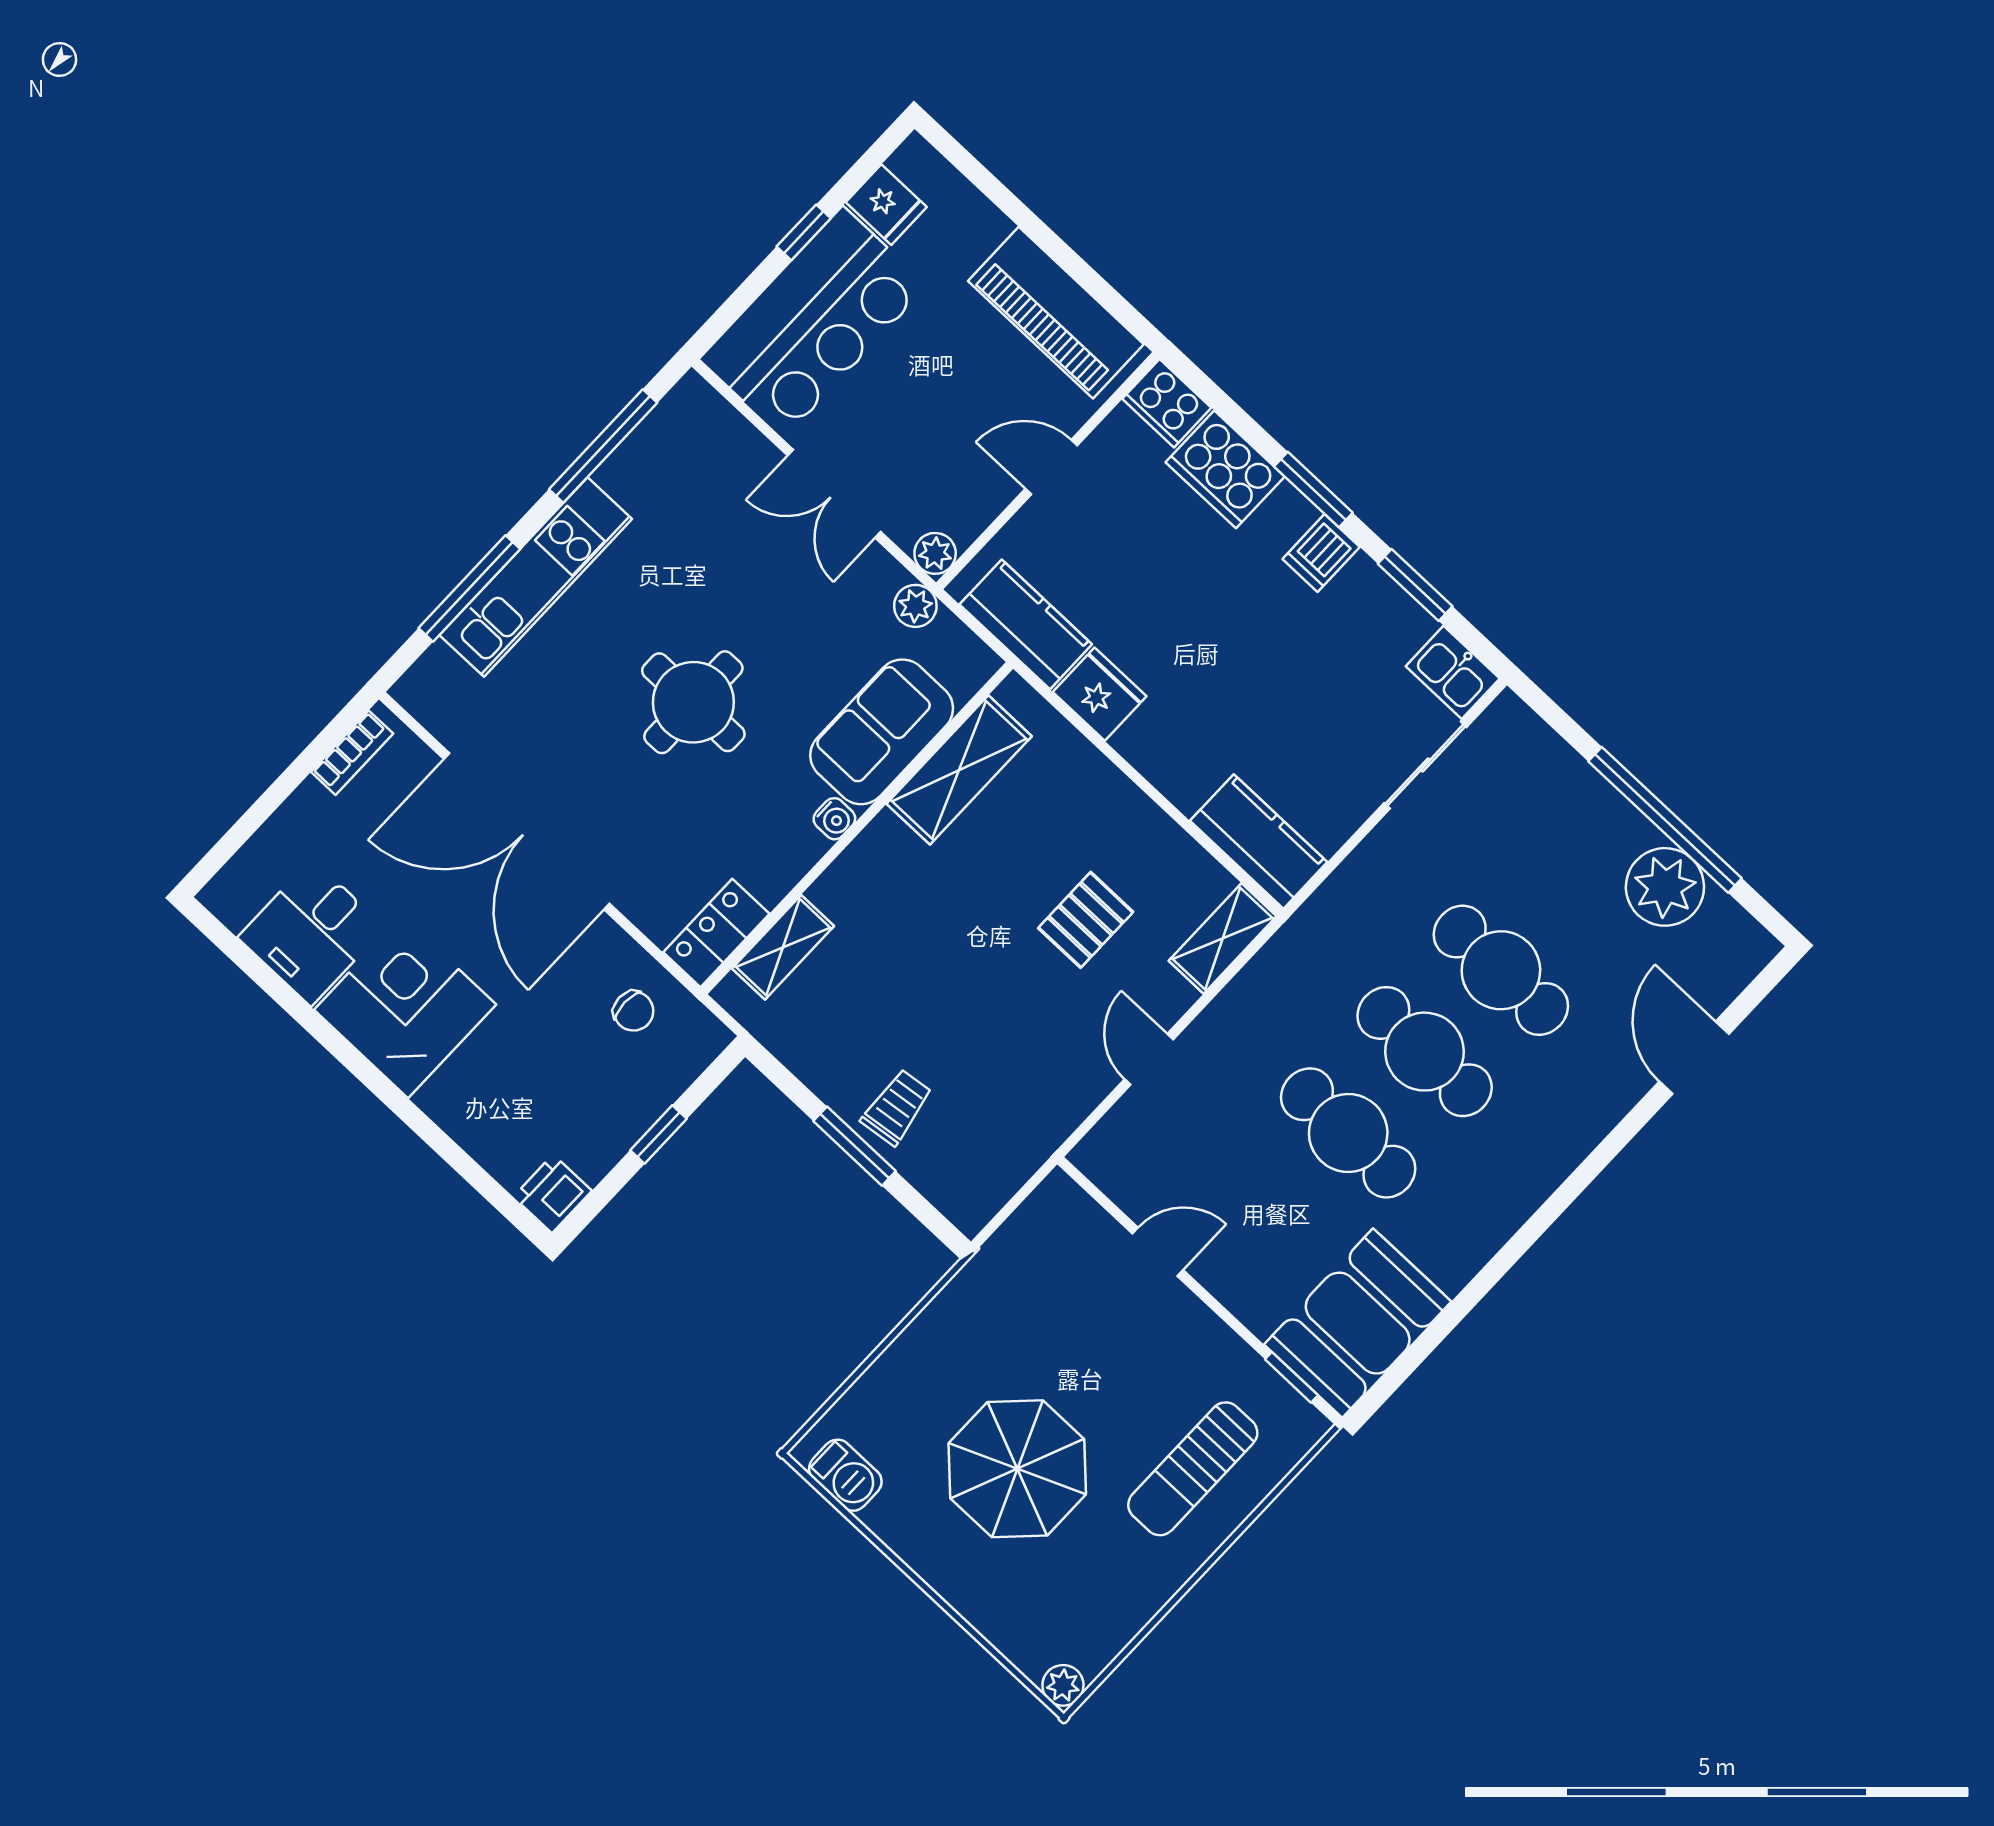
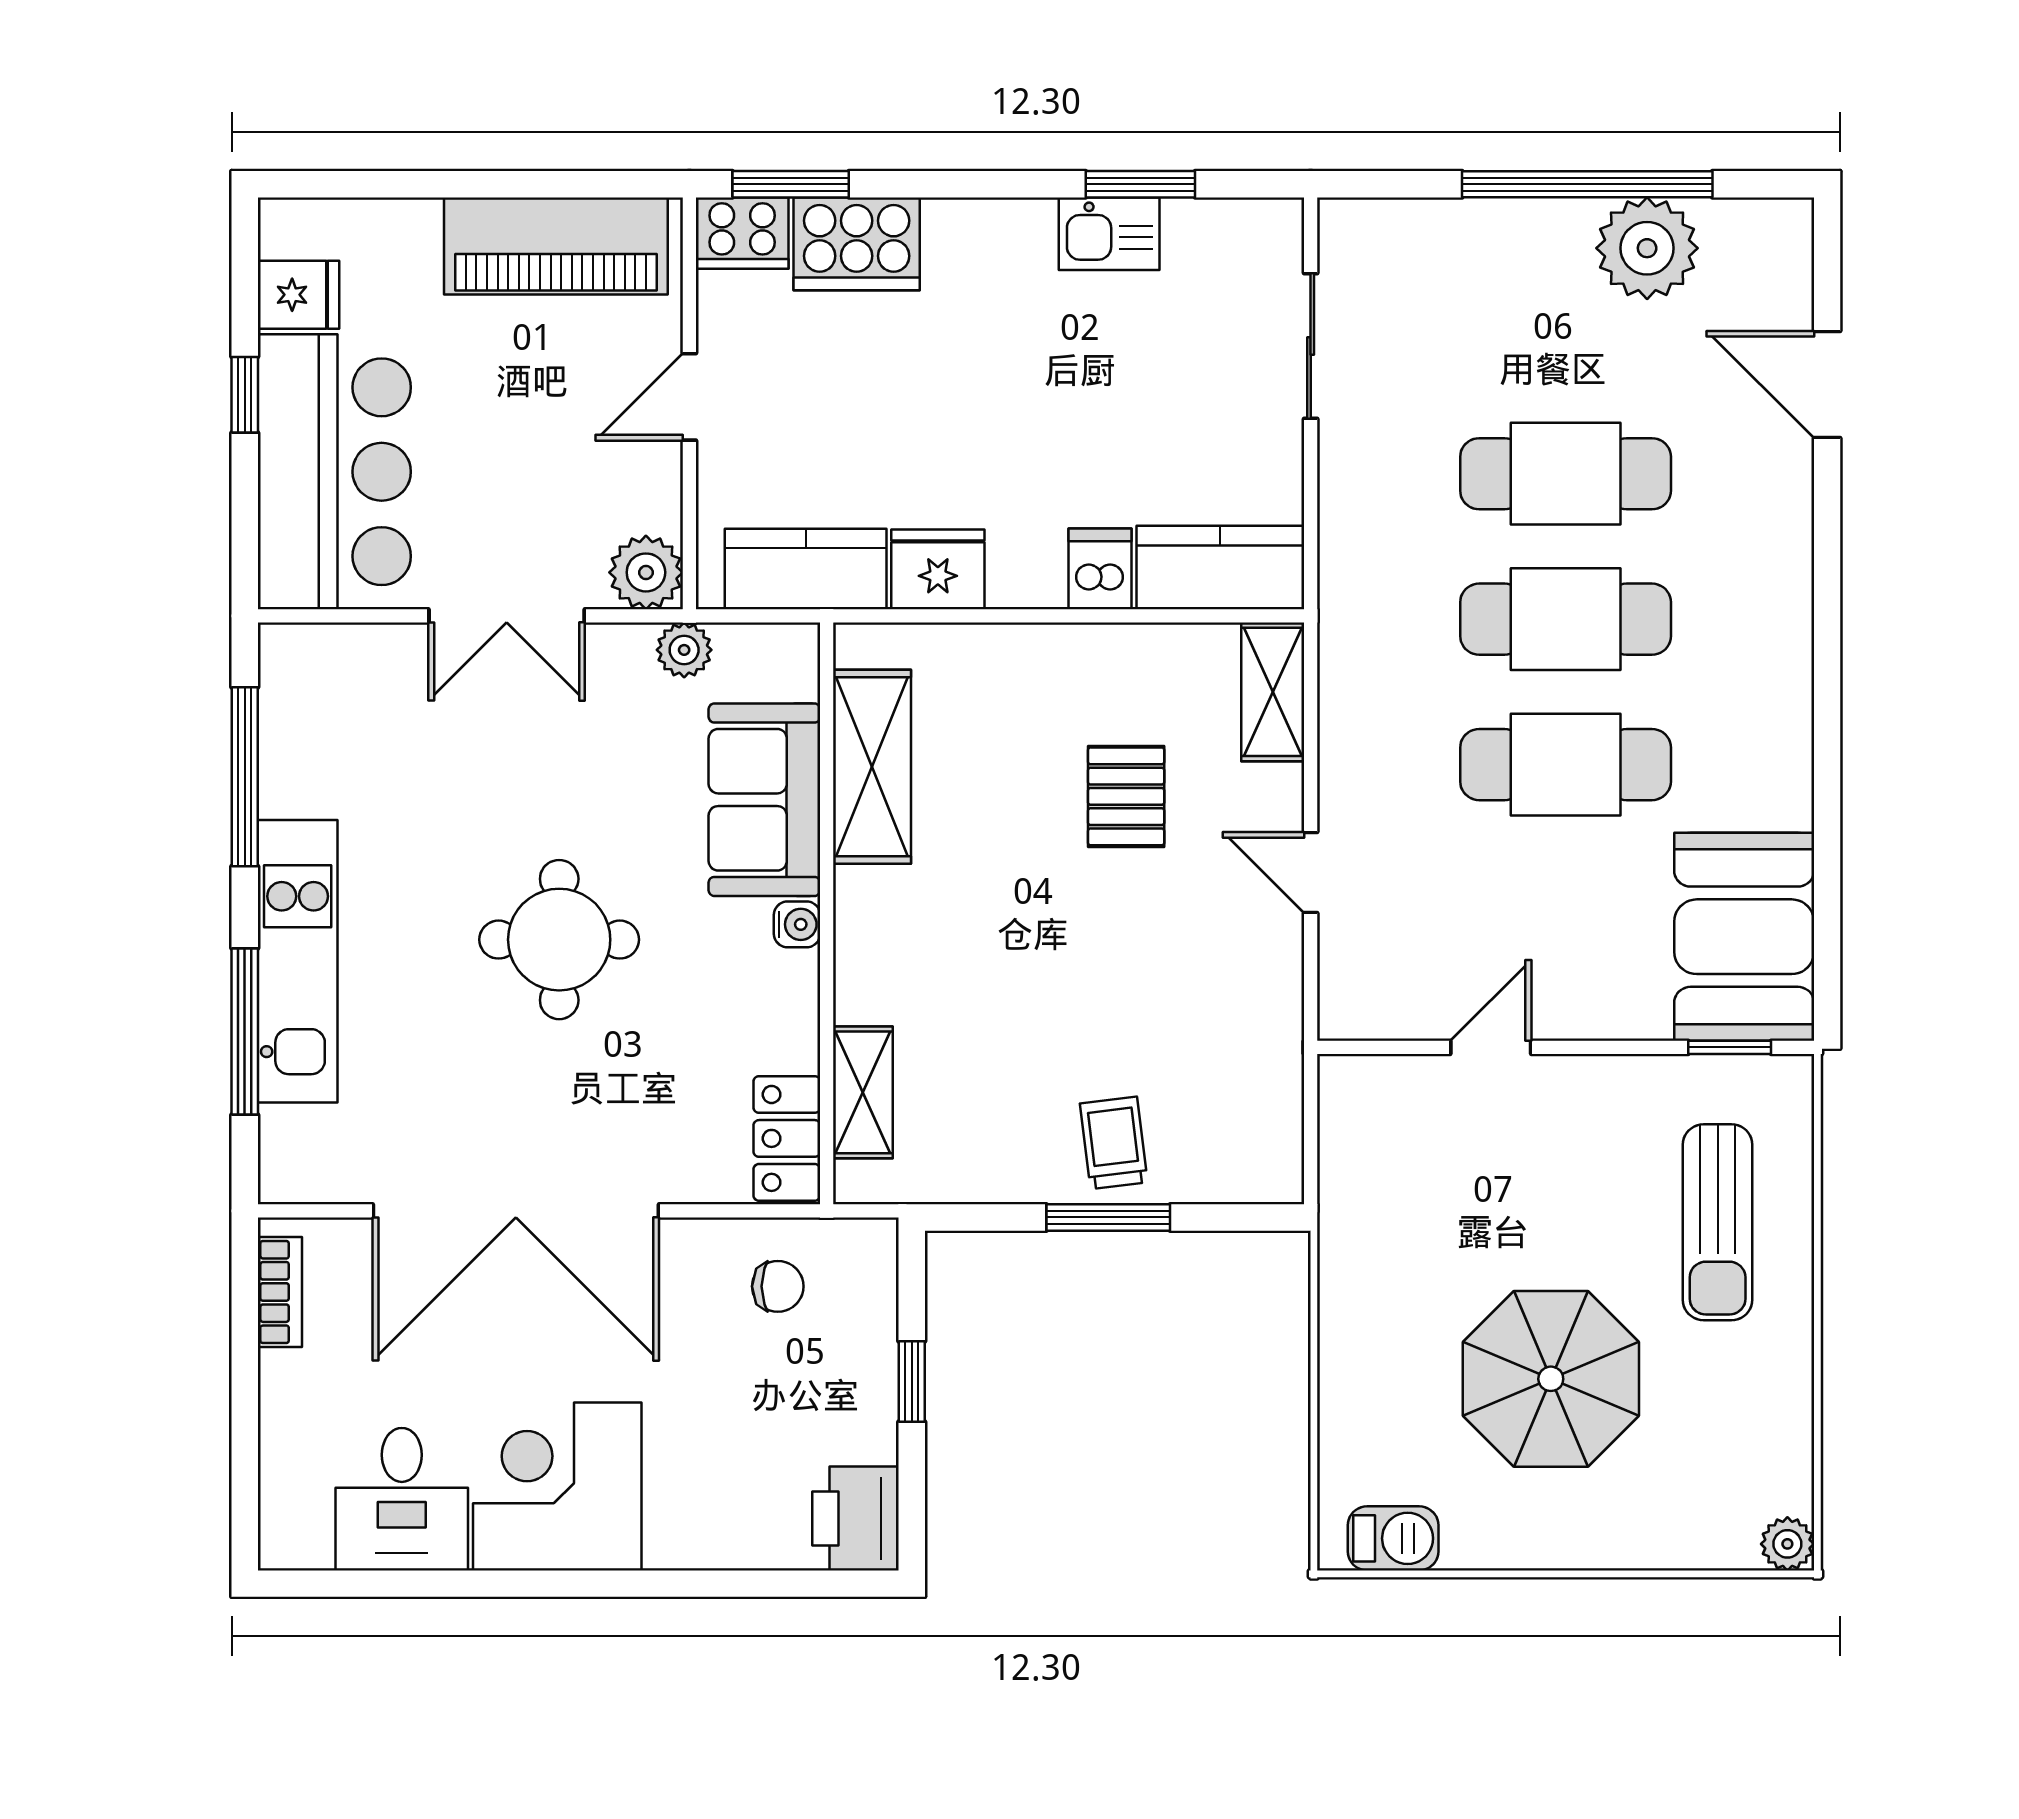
window: (1313, 490) -> (791, 184), moved
plant: (935, 553) -> (646, 572), width x1.38, depth x1.38
dishwasher: (1321, 553) -> (1100, 569), moved, turned 180
kitchen sink: (1453, 672) -> (1109, 234), moved
printer: (552, 1194) -> (856, 1518), width x1.36, depth x1.24

